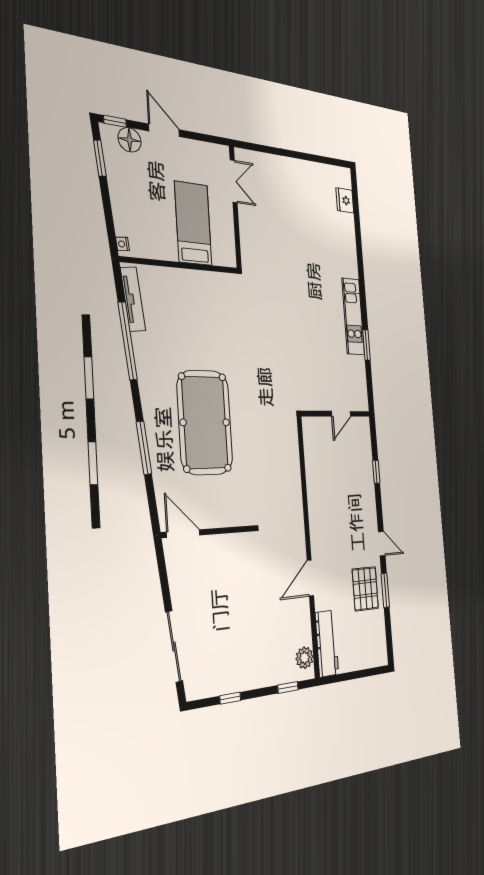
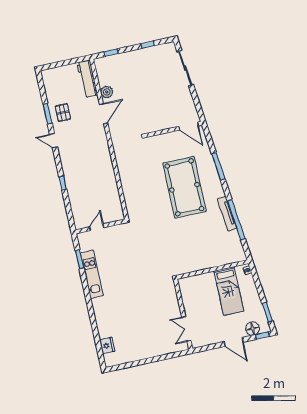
bed: (193, 223) -> (229, 291), moved
tv unit: (133, 299) -> (227, 214), moved
wall: (336, 414) -> (101, 226), moved
door: (341, 414) -> (97, 227), moved
pallet: (365, 589) -> (63, 113), width x0.67, depth x0.71
plant: (305, 658) -> (107, 92), moved

